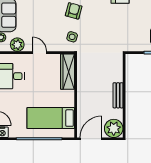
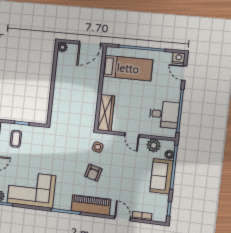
bench: (118, 95) -> (59, 84), removed
plant: (114, 128) -> (62, 47), width x0.53, depth x0.53

